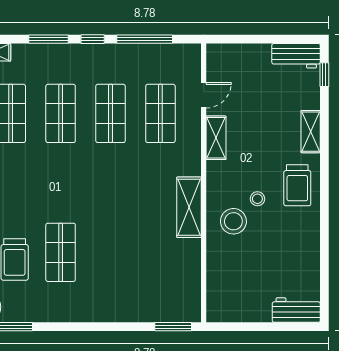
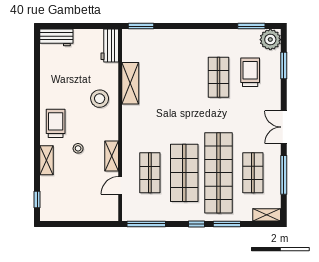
window: (145, 39) -> (146, 224), moved
workbench: (296, 56) -> (110, 46), moved, turned -90
shop shelf: (61, 113) -> (219, 173), width x2.00, depth x1.36
shop shelf: (111, 113) -> (184, 173), width x1.43, depth x1.36
stool: (257, 199) -> (78, 148), moved
shelving: (189, 207) -> (130, 83), moved

